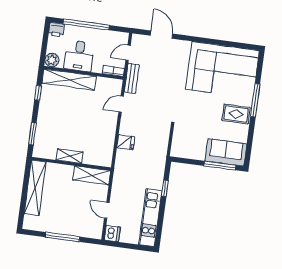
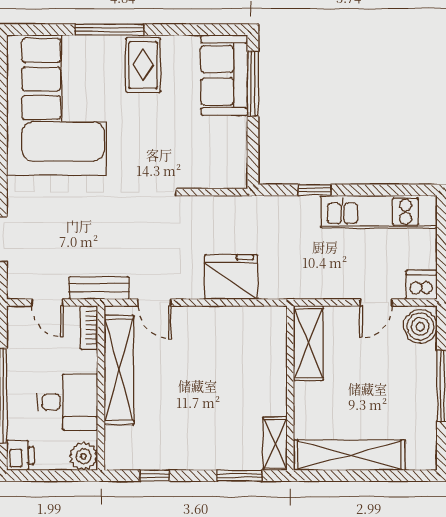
shelving: (69, 80) -> (119, 370), moved
fridge: (126, 142) -> (231, 277), width x1.88, depth x1.34
shelving: (70, 156) -> (275, 444), moved
boiler: (92, 230) -> (420, 326), added

